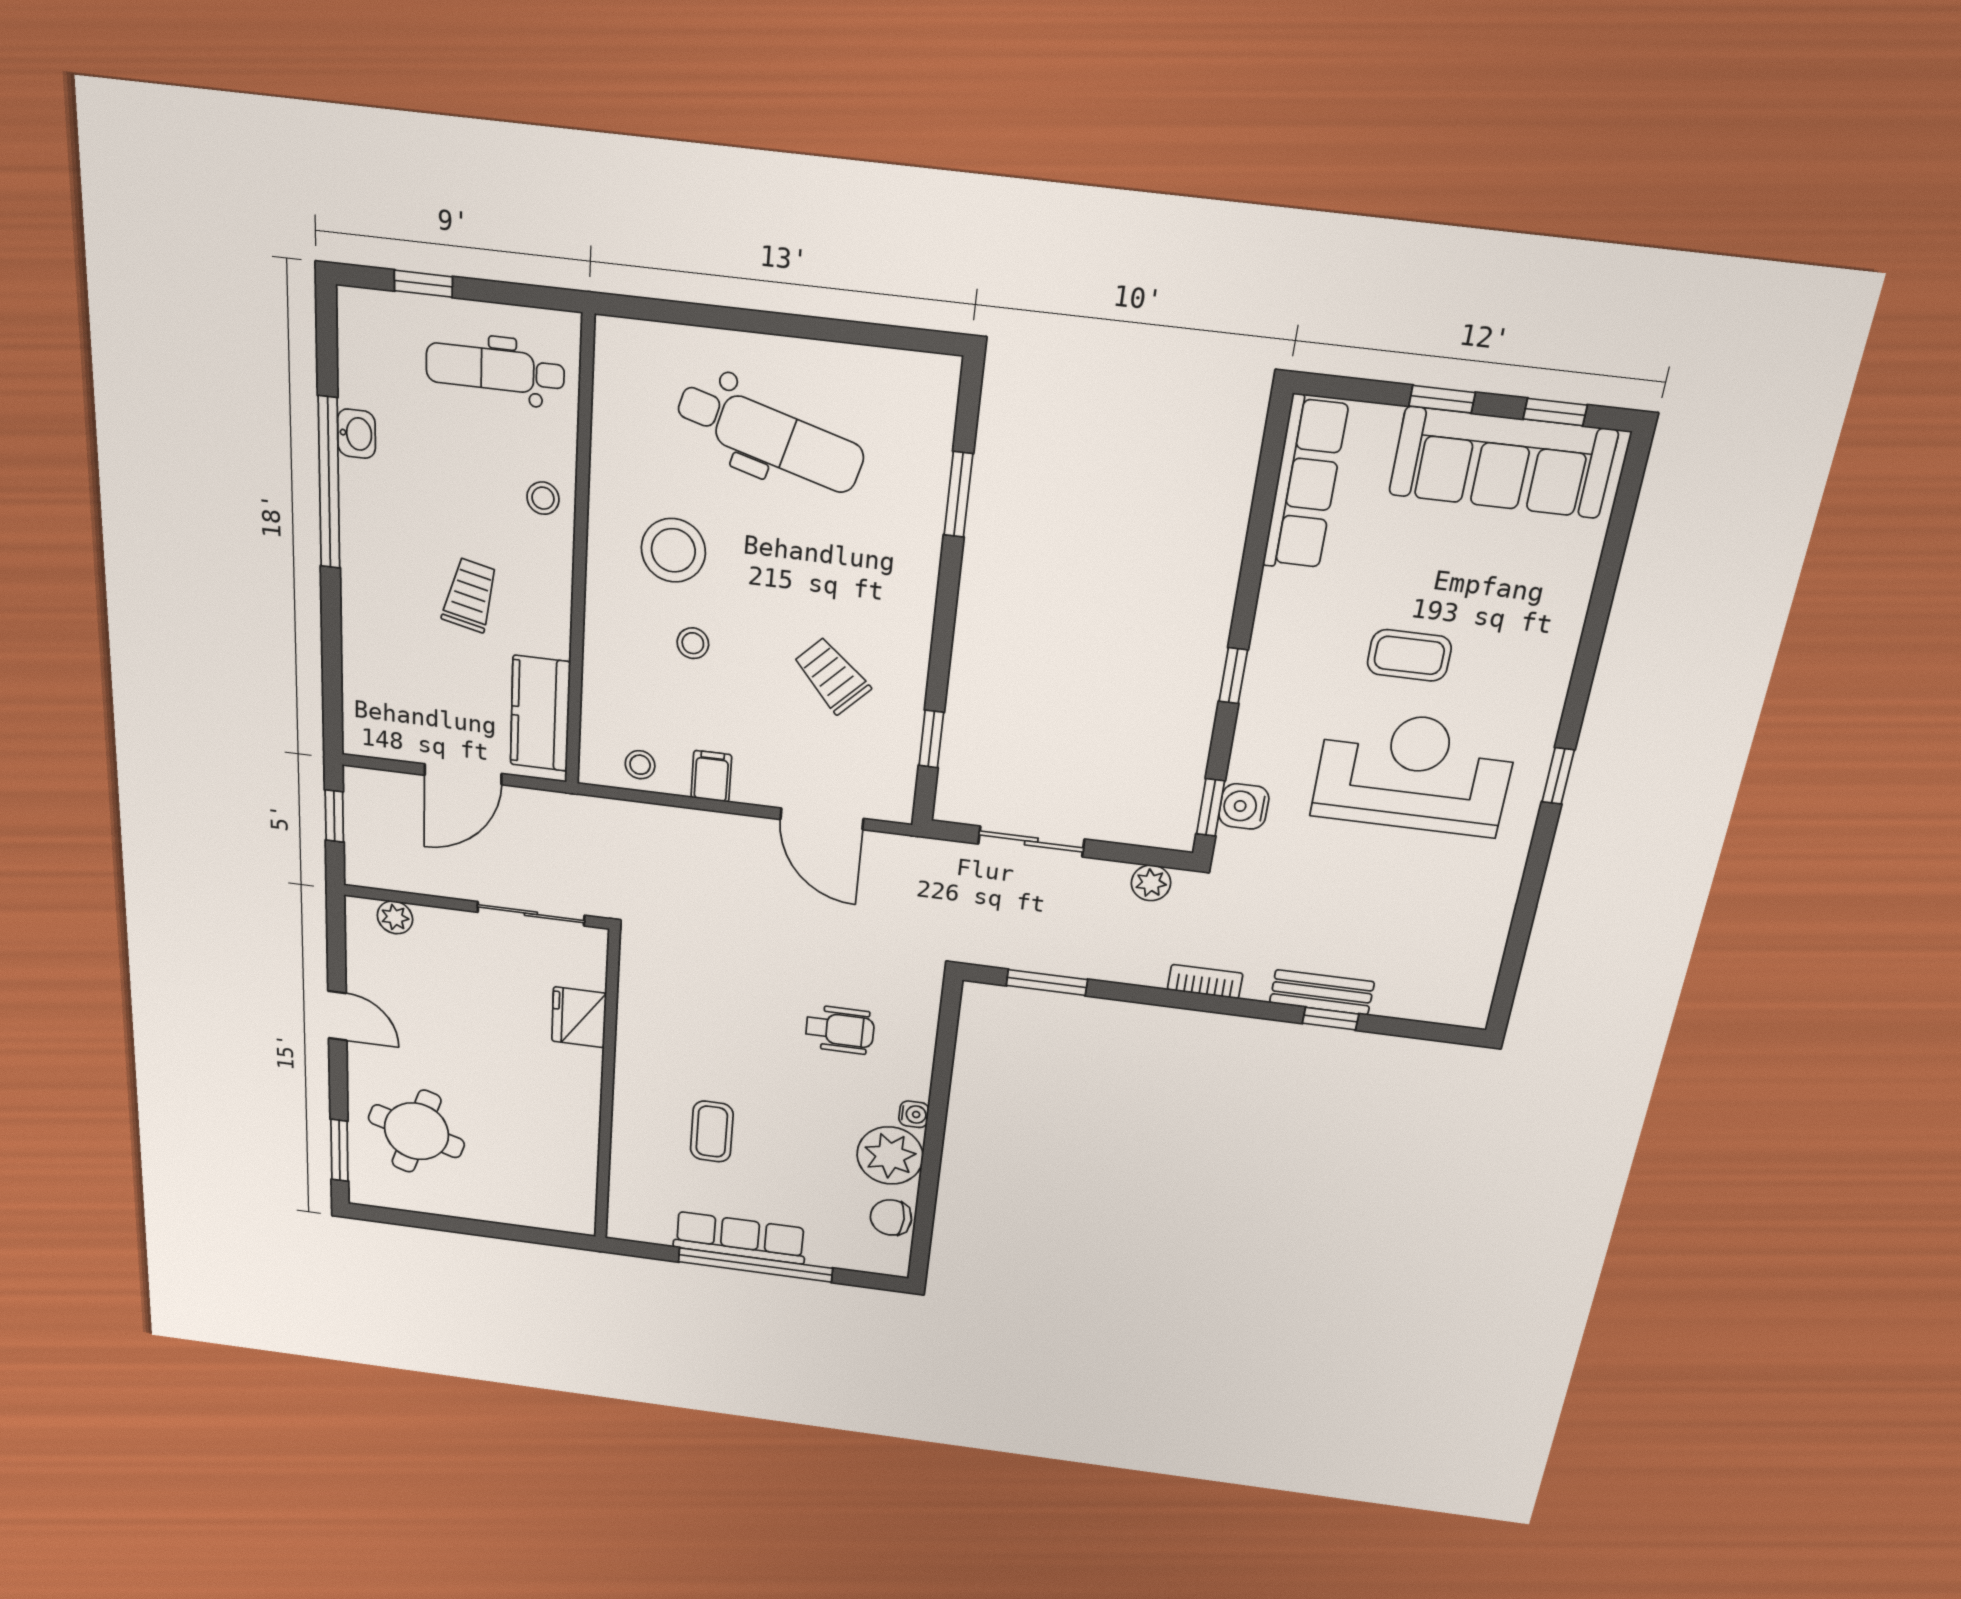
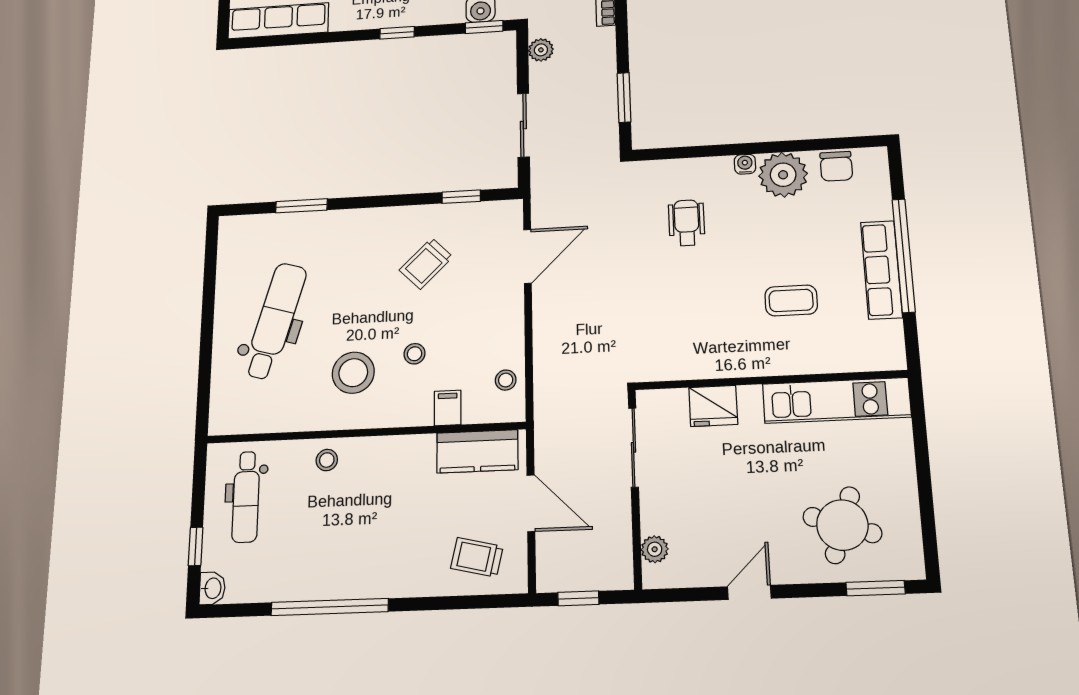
washbasin: (356, 434) -> (212, 588), moved, turned 90
trolley: (470, 595) -> (477, 557), moved
filing cabinet: (711, 776) -> (448, 408), moved, turned 90
kitchen unit: (573, 1156) -> (837, 400), added

